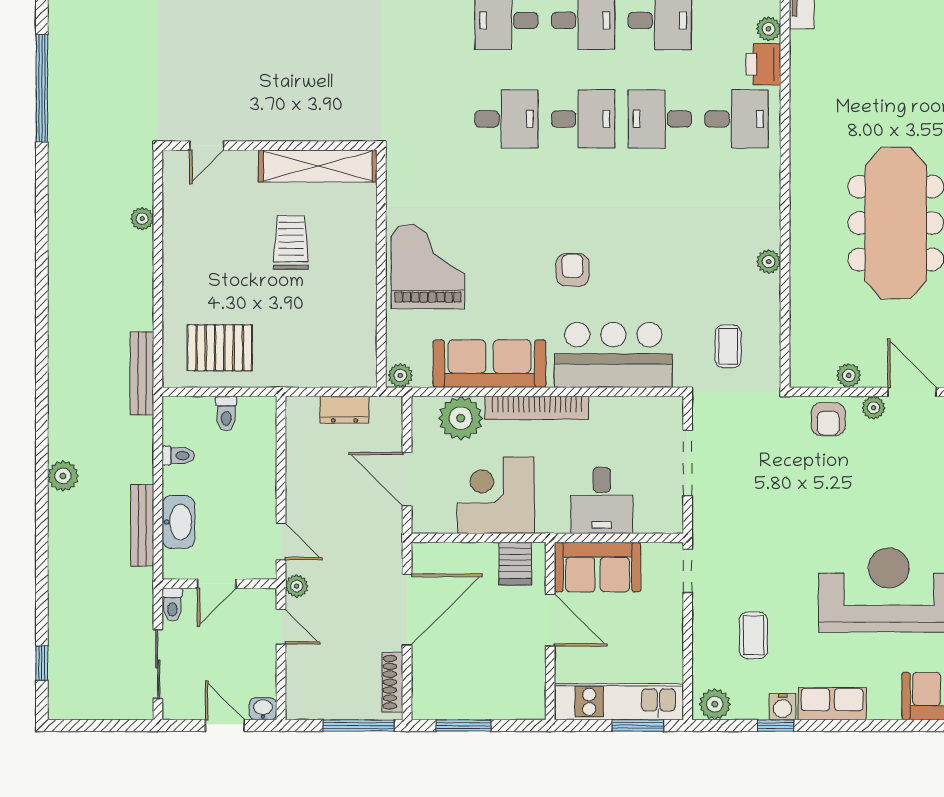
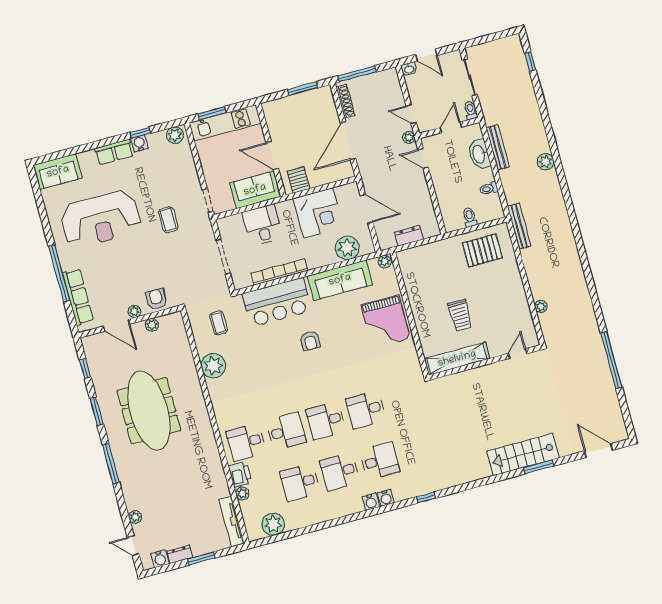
plant: (769, 262) -> (213, 366), width x1.87, depth x1.87
bookcase: (537, 408) -> (279, 272), moved
coffee table: (753, 635) -> (168, 220), moved

